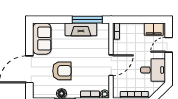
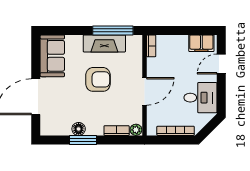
armchair: (62, 71) -> (98, 79), moved

